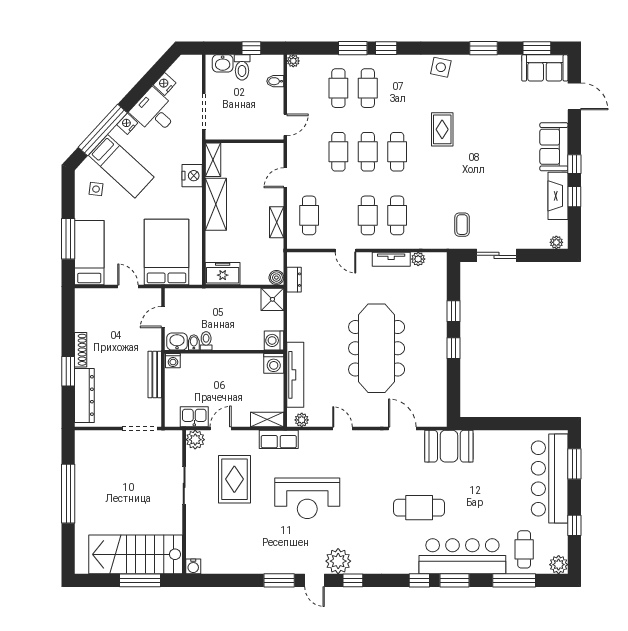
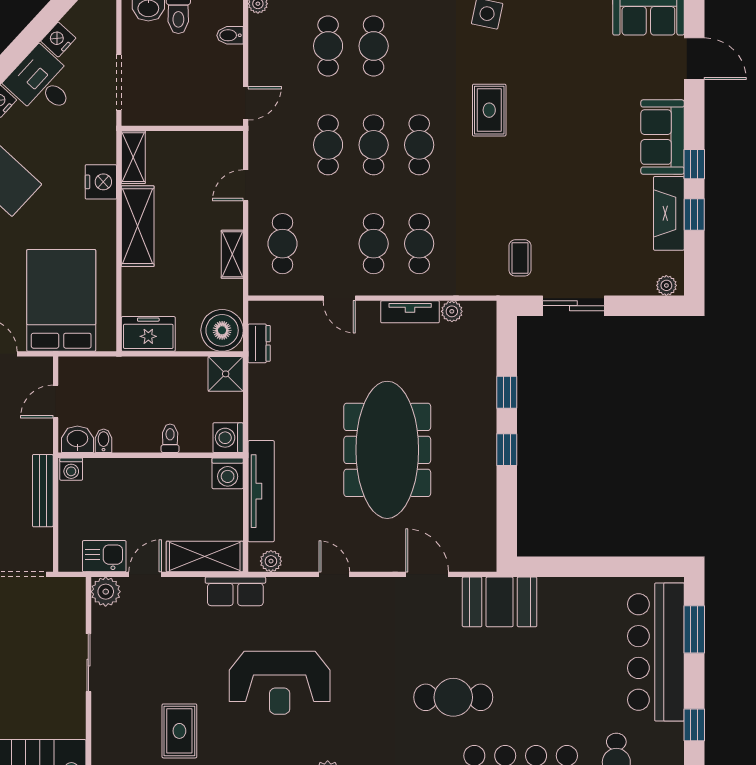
boiler: (276, 278) -> (222, 330), width x1.86, depth x1.86
toilet: (206, 341) -> (170, 438), moved
shelving: (267, 419) -> (205, 557), width x1.50, depth x1.33
rug: (234, 479) -> (179, 731), moved, width x0.73, depth x0.70

